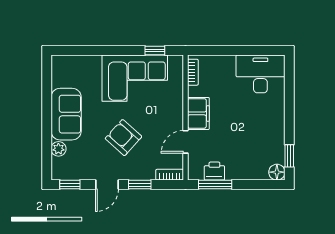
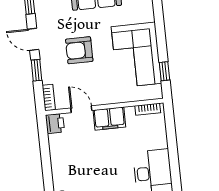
armchair: (123, 138) -> (79, 50), turned -132
printer: (214, 171) -> (55, 124), moved
window: (215, 185) -> (44, 141), removed

